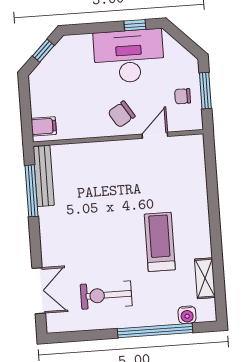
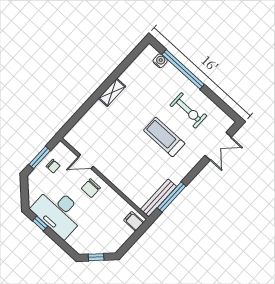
chair: (121, 114) -> (91, 188), turned 122
treadmill: (160, 242) -> (164, 137), moved, turned 90
shelving: (205, 278) -> (112, 92), moved
double door: (39, 291) -> (218, 146), swing flipped

